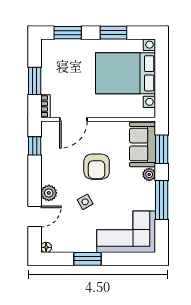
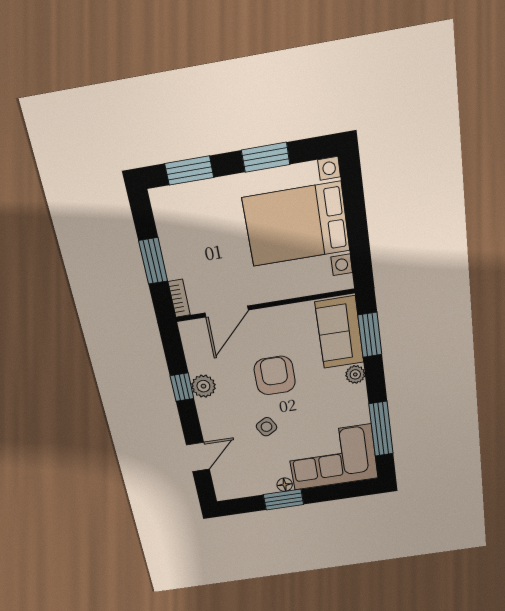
window: (35, 146) -> (182, 387), moved
armchair: (97, 167) -> (275, 376), turned 180
plant: (49, 193) -> (203, 386), moved
window: (162, 200) -> (381, 429), moved
floor lamp: (46, 247) -> (285, 485), moved

